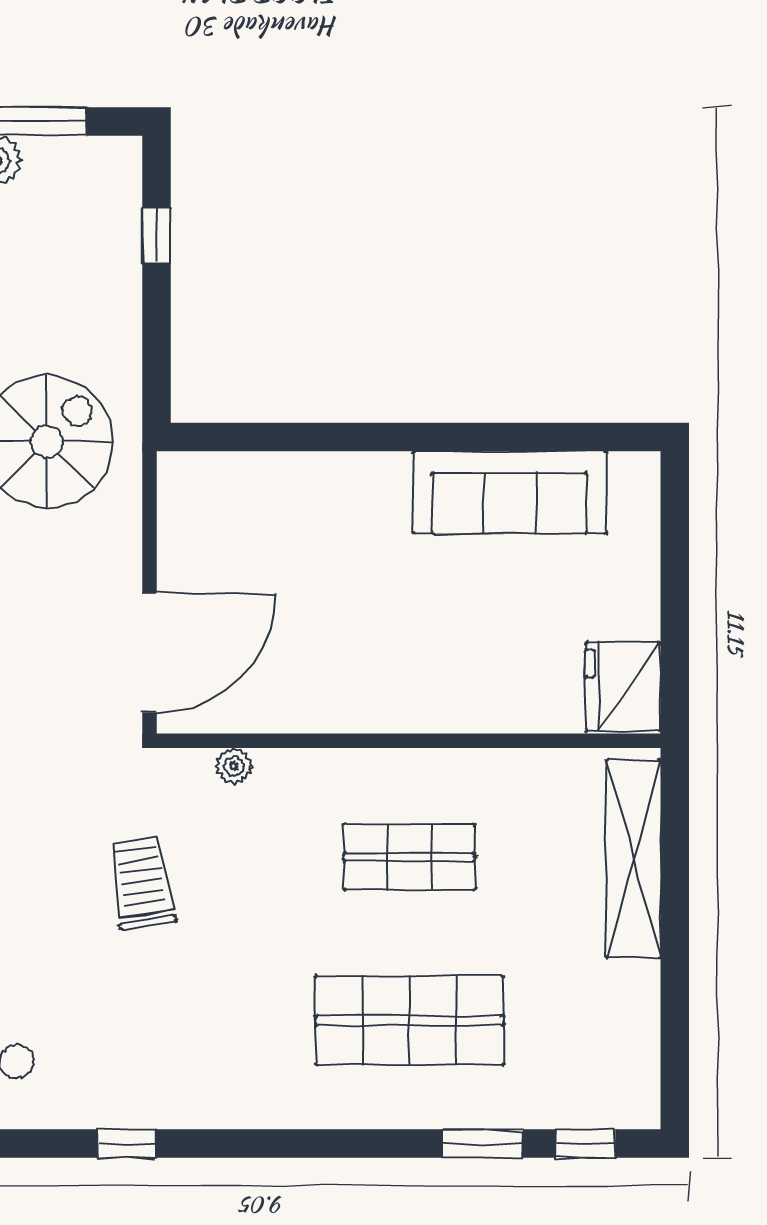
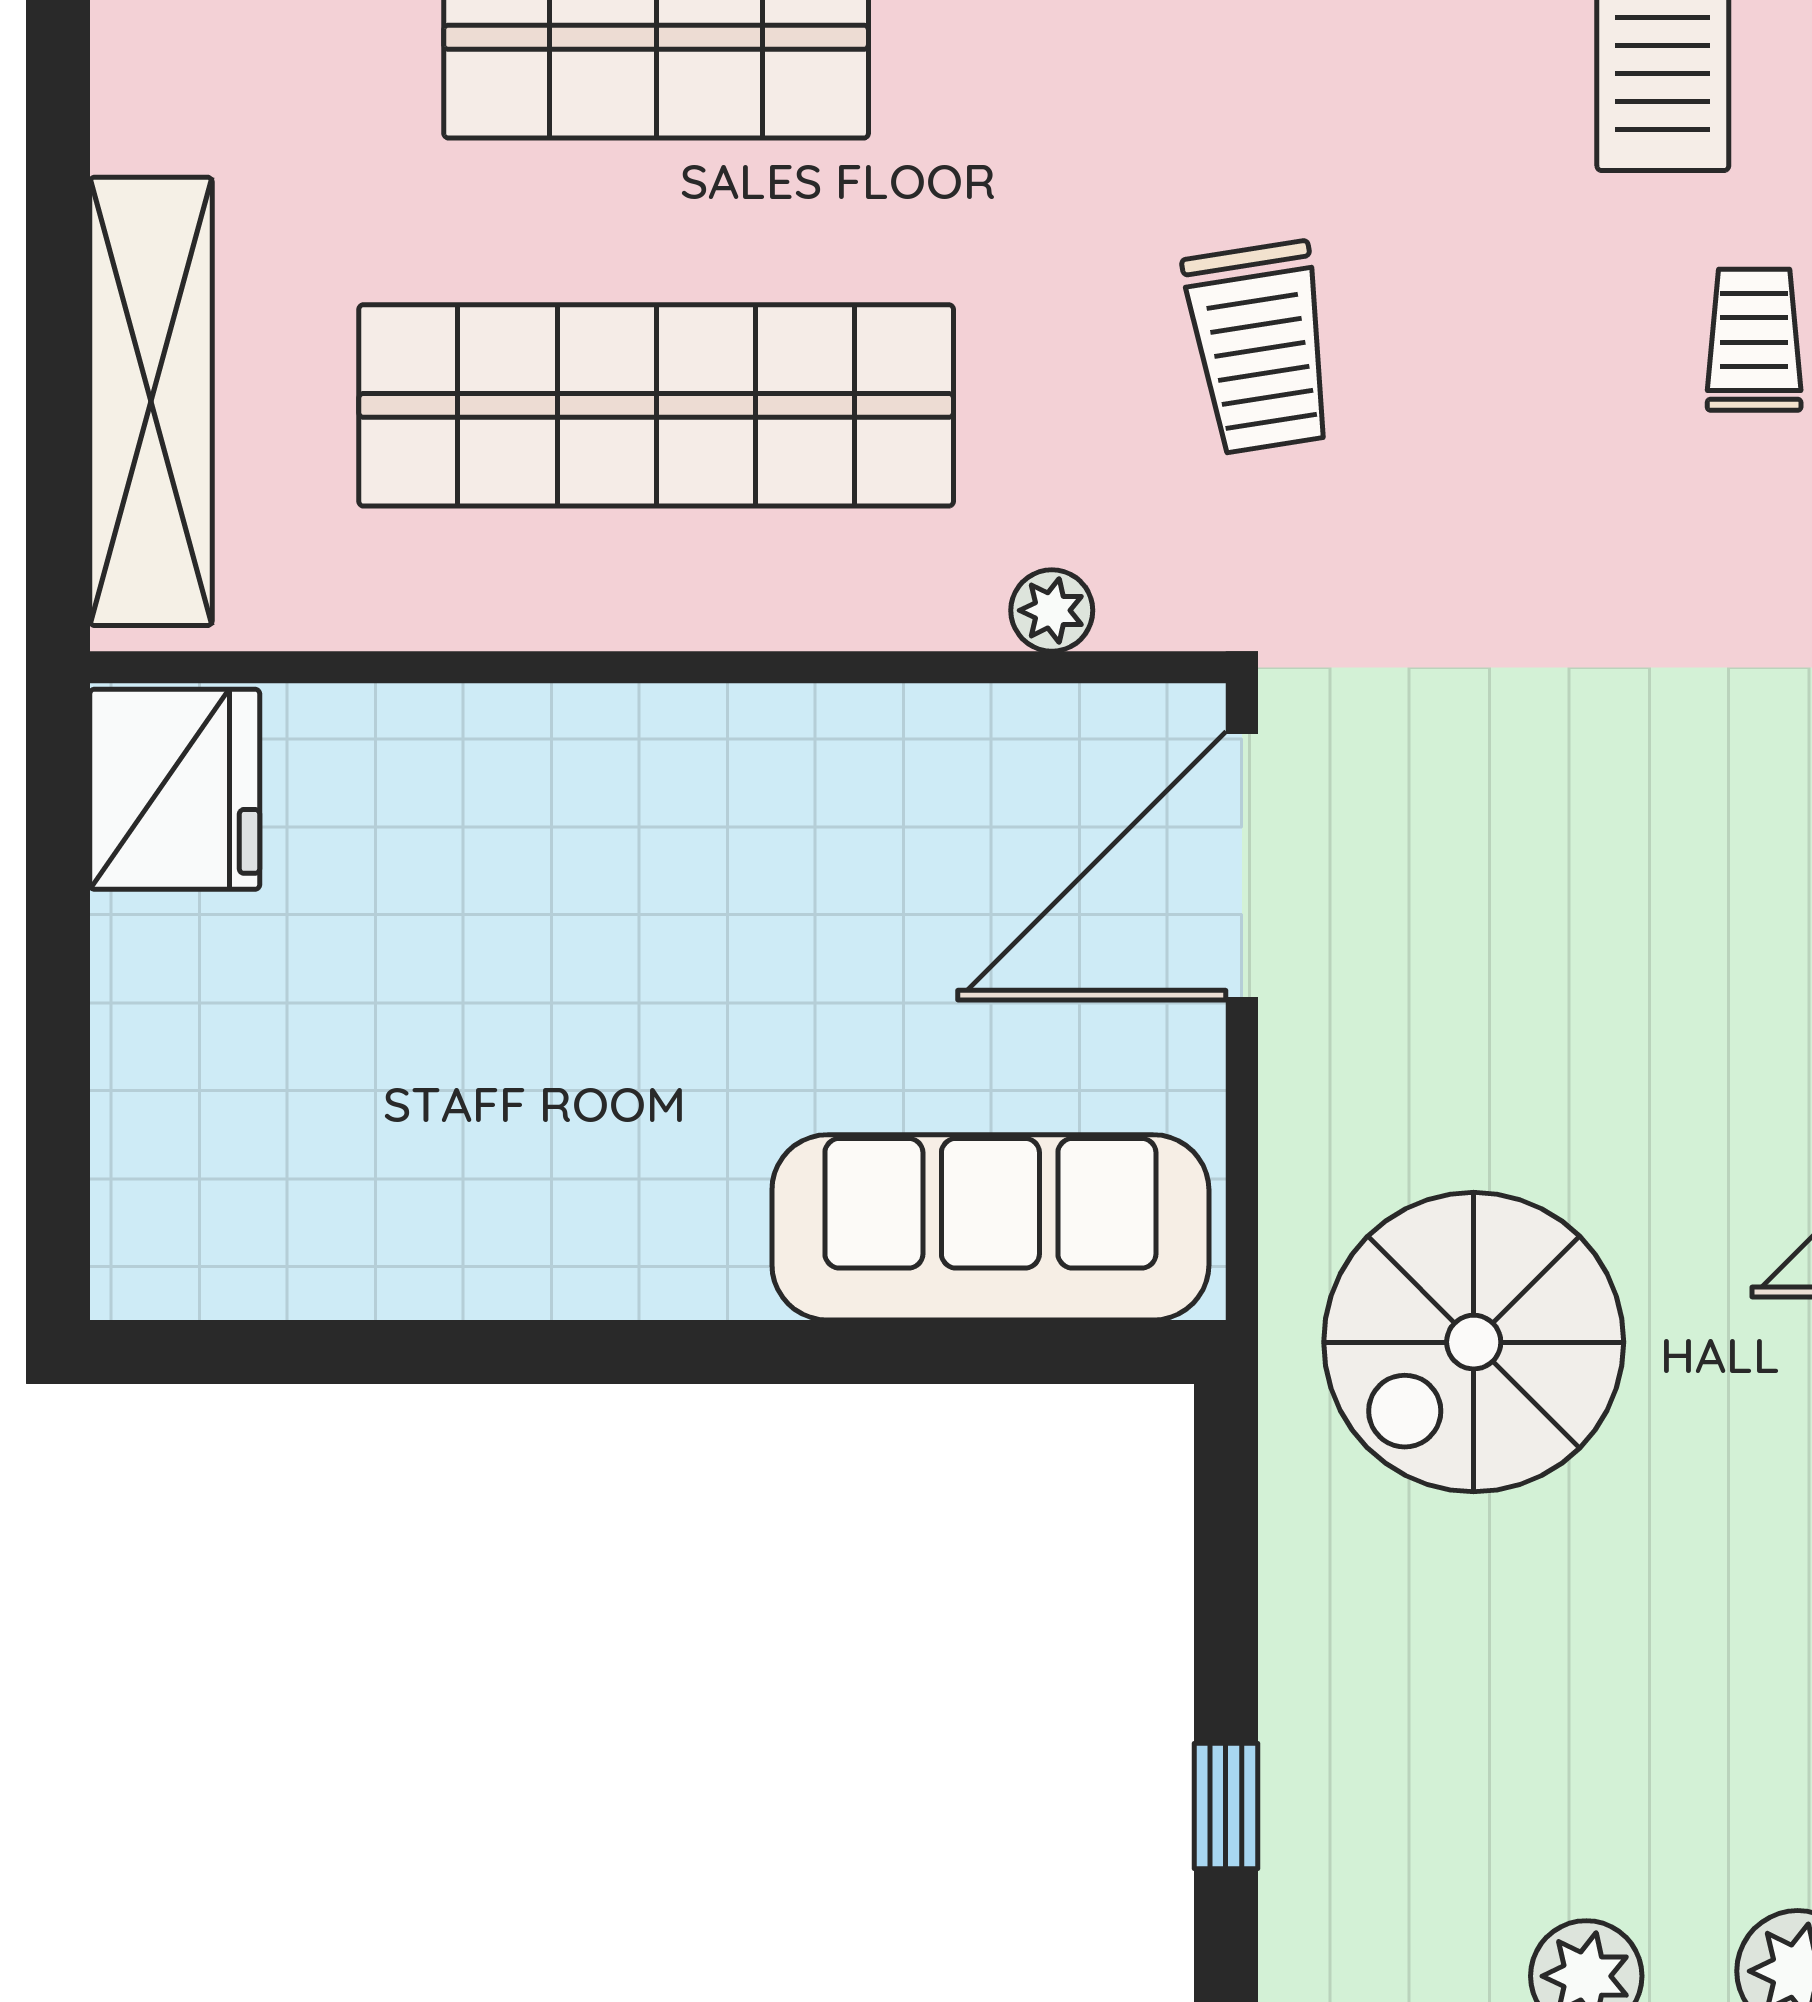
sofa: (510, 492) -> (990, 1227), moved
shop shelf: (409, 857) -> (656, 405), width x2.00, depth x1.36

